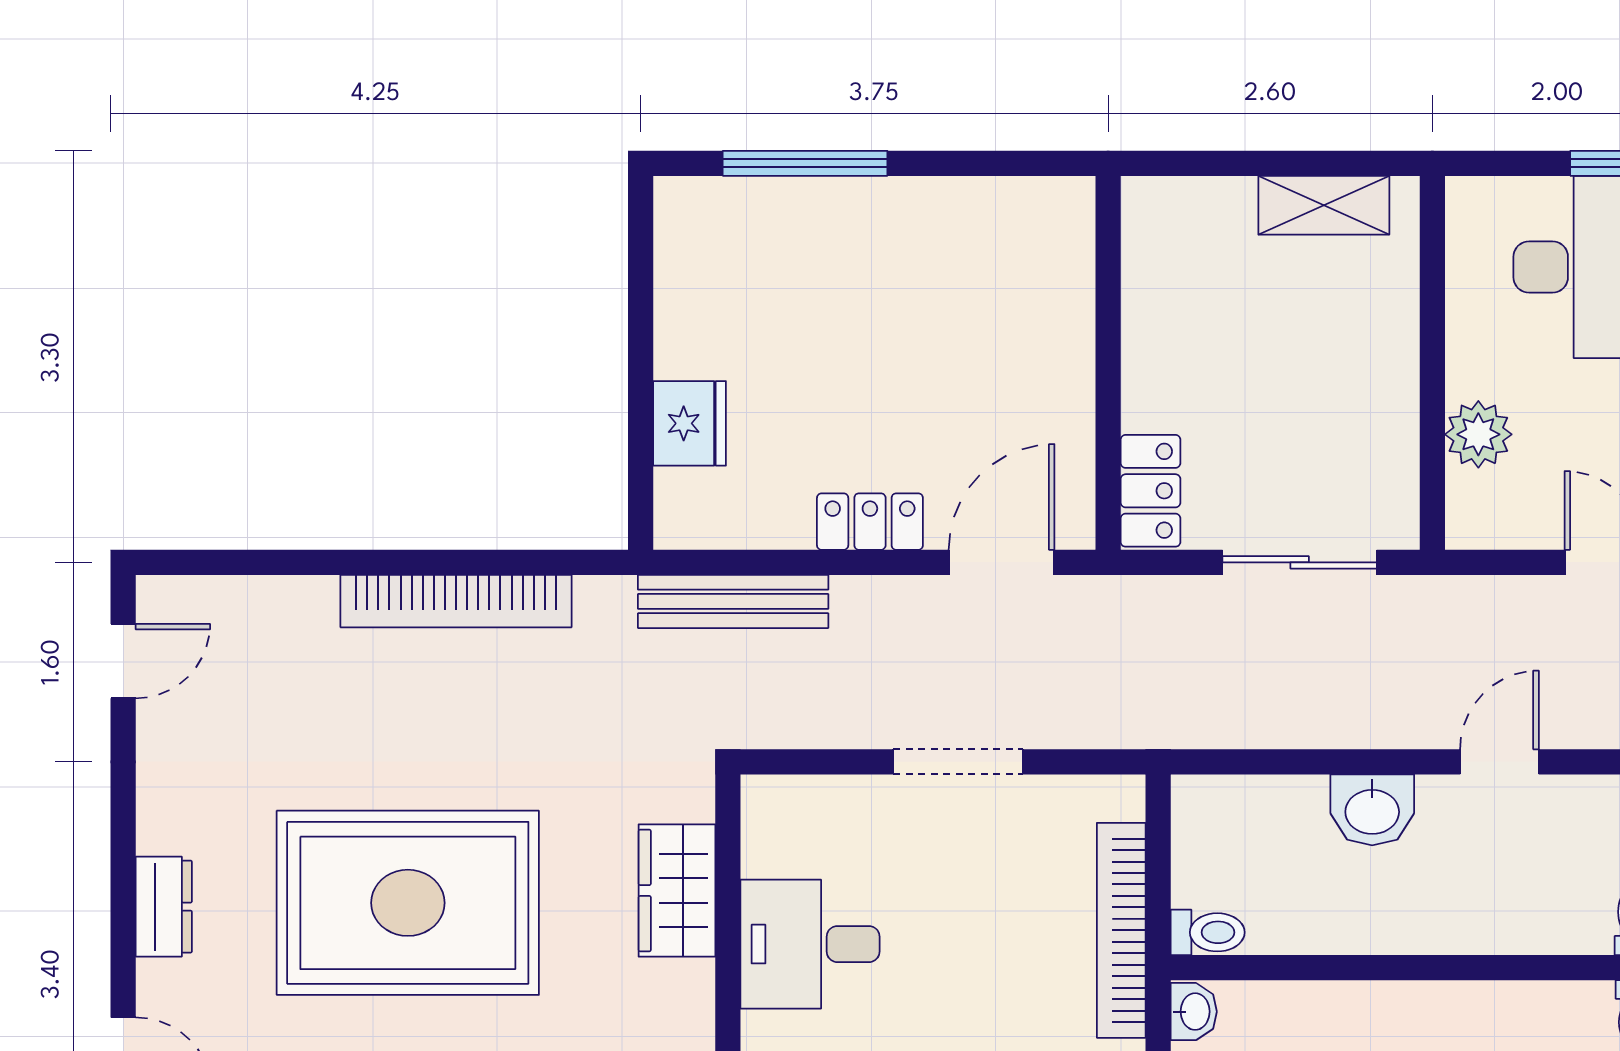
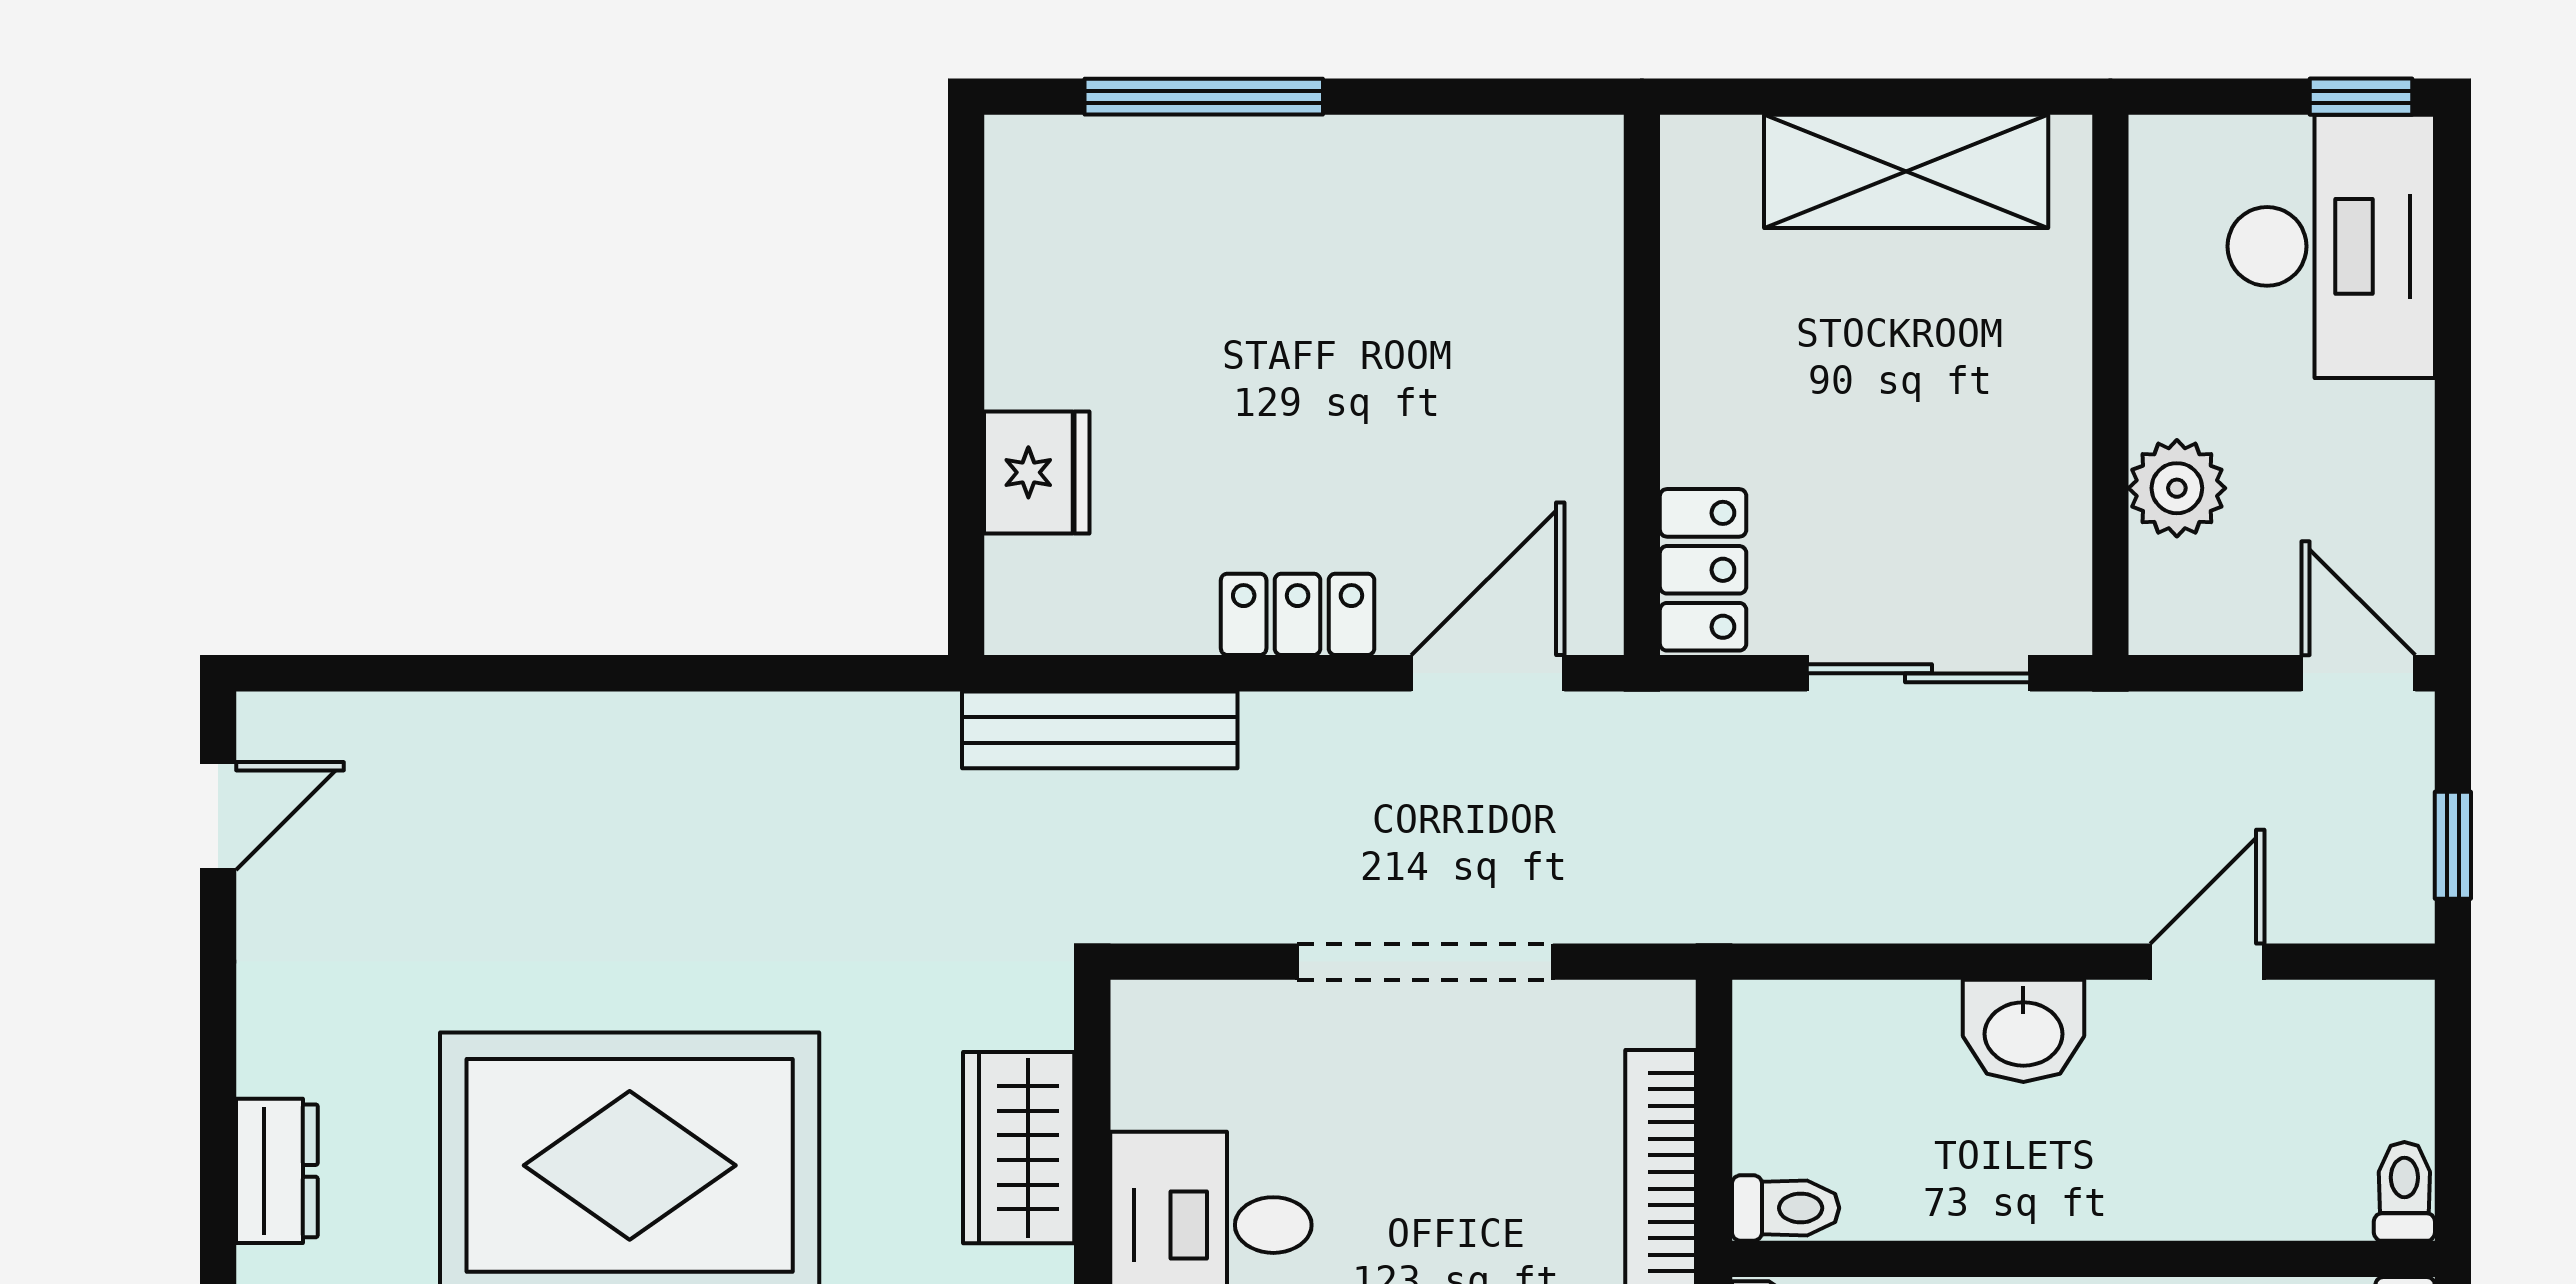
shelving: (1324, 205) -> (1906, 171), width x1.50, depth x1.33
bookcase: (456, 601) -> (699, 729), removed
doorway: (958, 762) -> (1425, 962), width x1.36

